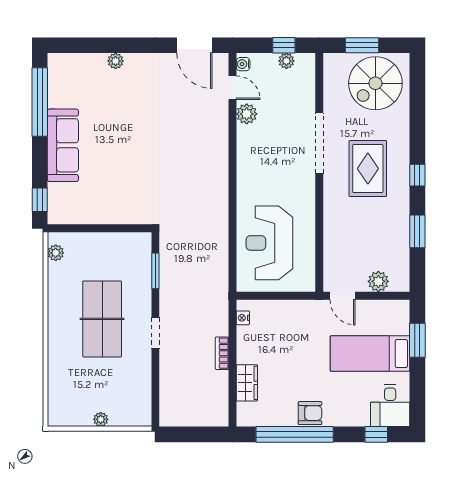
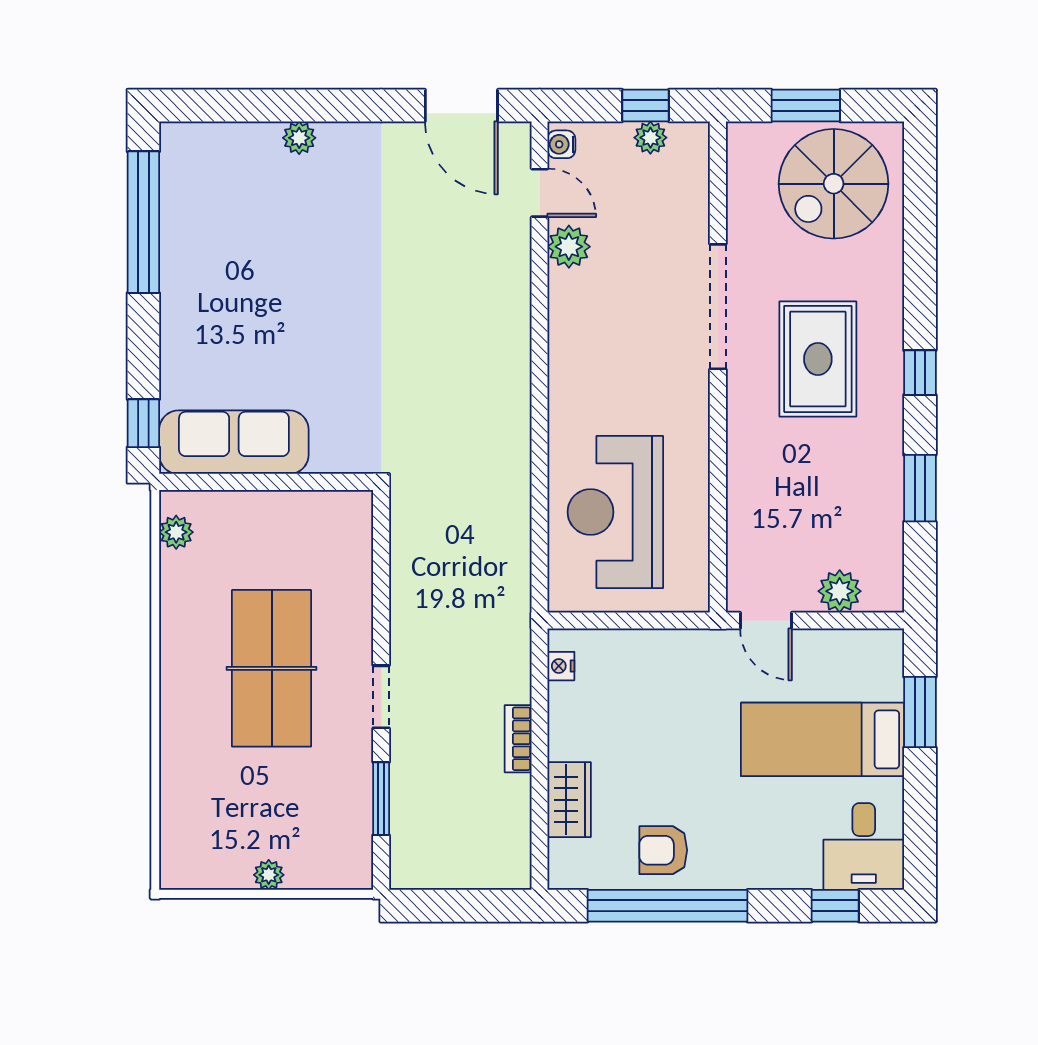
sofa: (63, 145) -> (234, 442), moved, turned -90
window: (155, 271) -> (381, 799), moved
armchair: (310, 413) -> (663, 850), moved, turned 180

